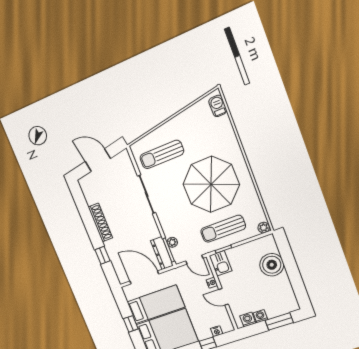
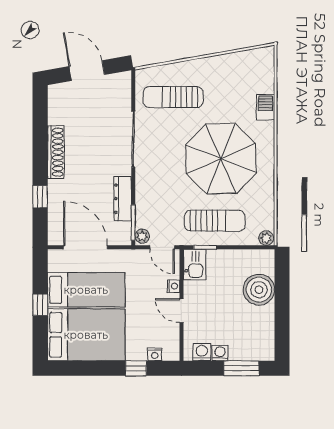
barbecue: (218, 106) -> (265, 107), moved
sun lounger: (223, 229) -> (215, 221), turned 180
plant: (172, 242) -> (142, 236), moved
dresser: (162, 253) -> (123, 199), moved

